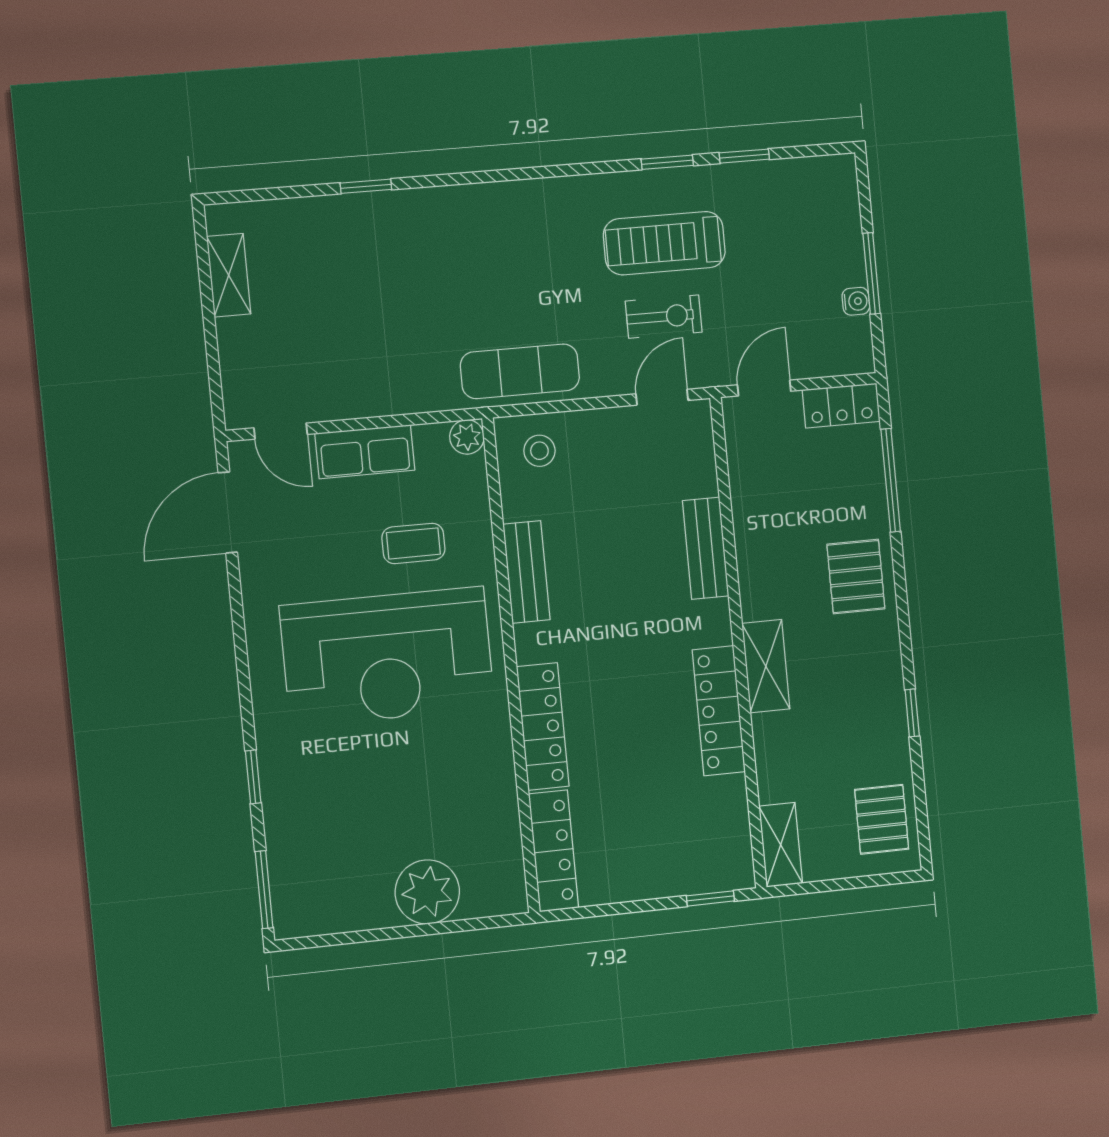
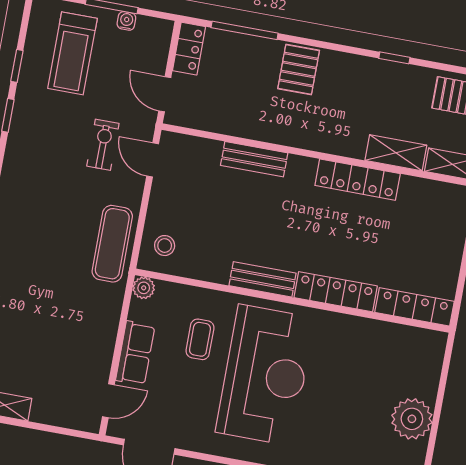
treadmill: (664, 243) -> (72, 53), moved
bench: (526, 572) -> (263, 279), moved
pallet: (856, 577) -> (299, 69), turned 90
shelving: (766, 666) -> (396, 153), moved
plant: (427, 892) -> (412, 419), moved

